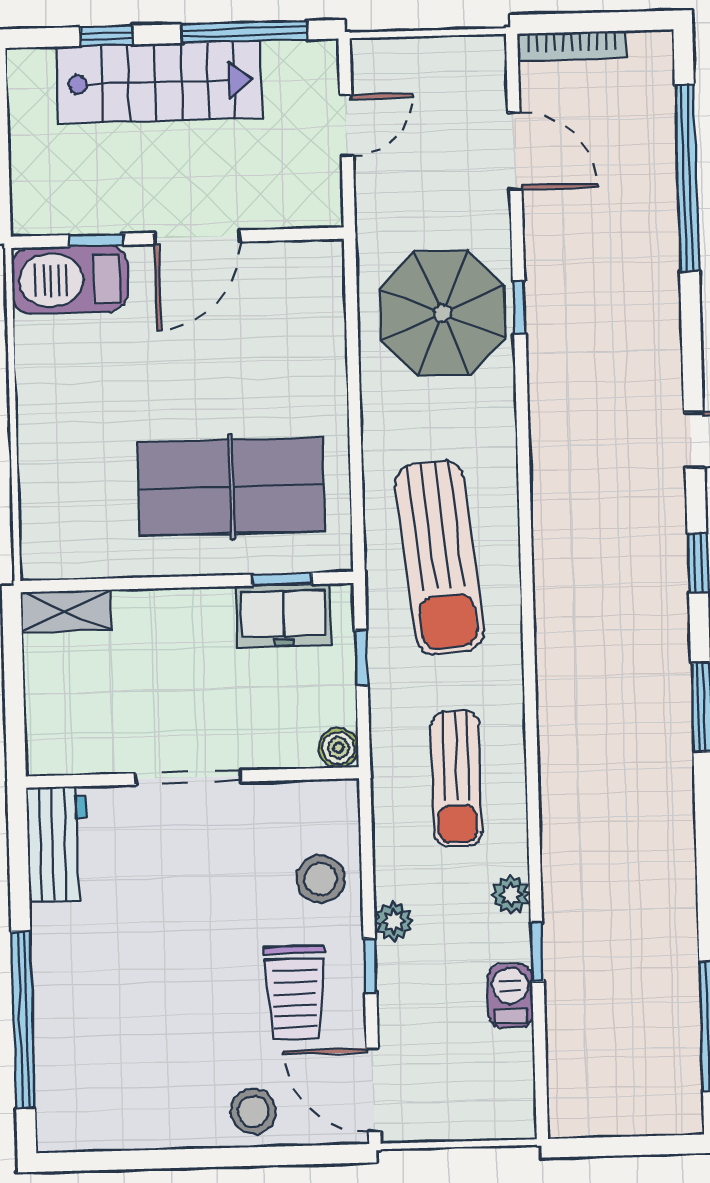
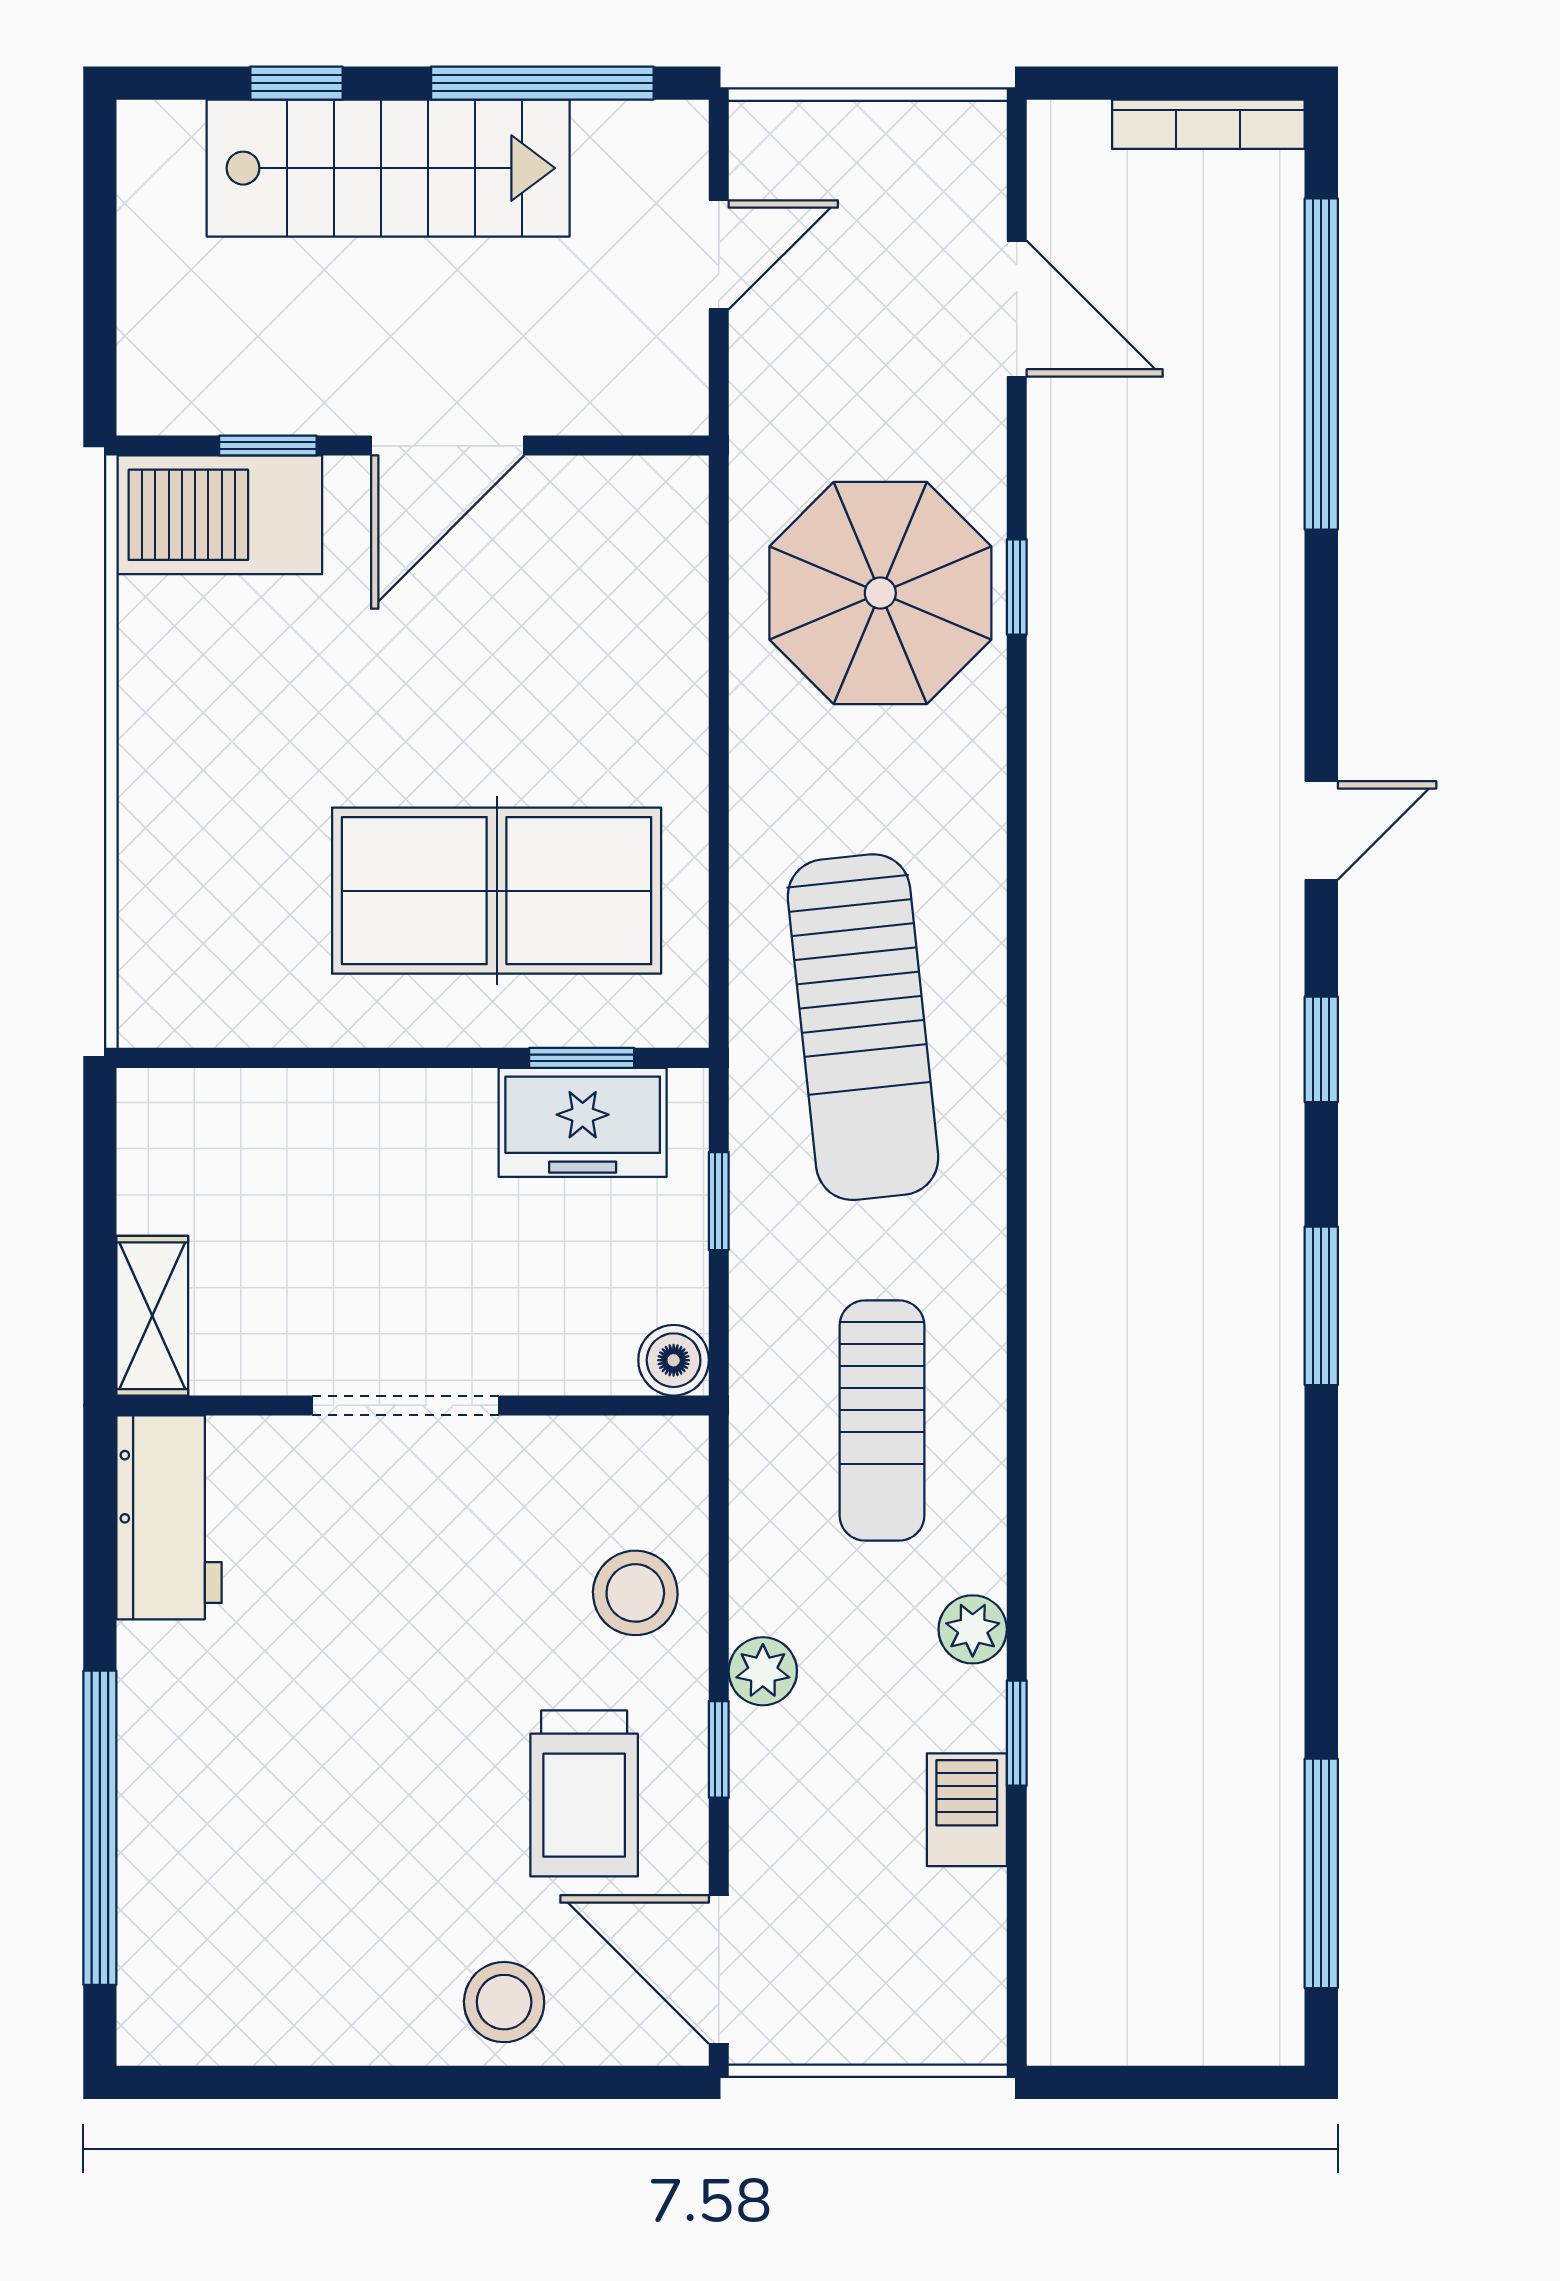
bookcase: (572, 46) -> (1208, 124), moved
shelving: (66, 611) -> (152, 1316), moved, turned 90

